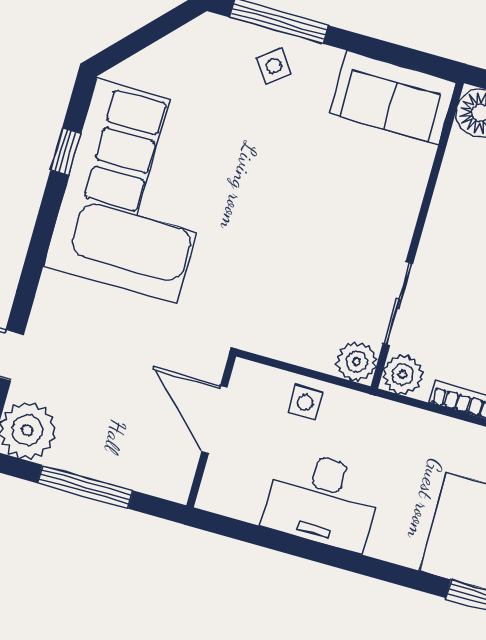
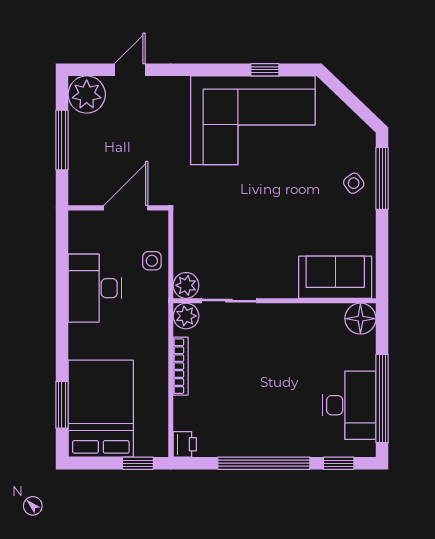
sofa: (393, 97) -> (335, 277), moved, turned 90

